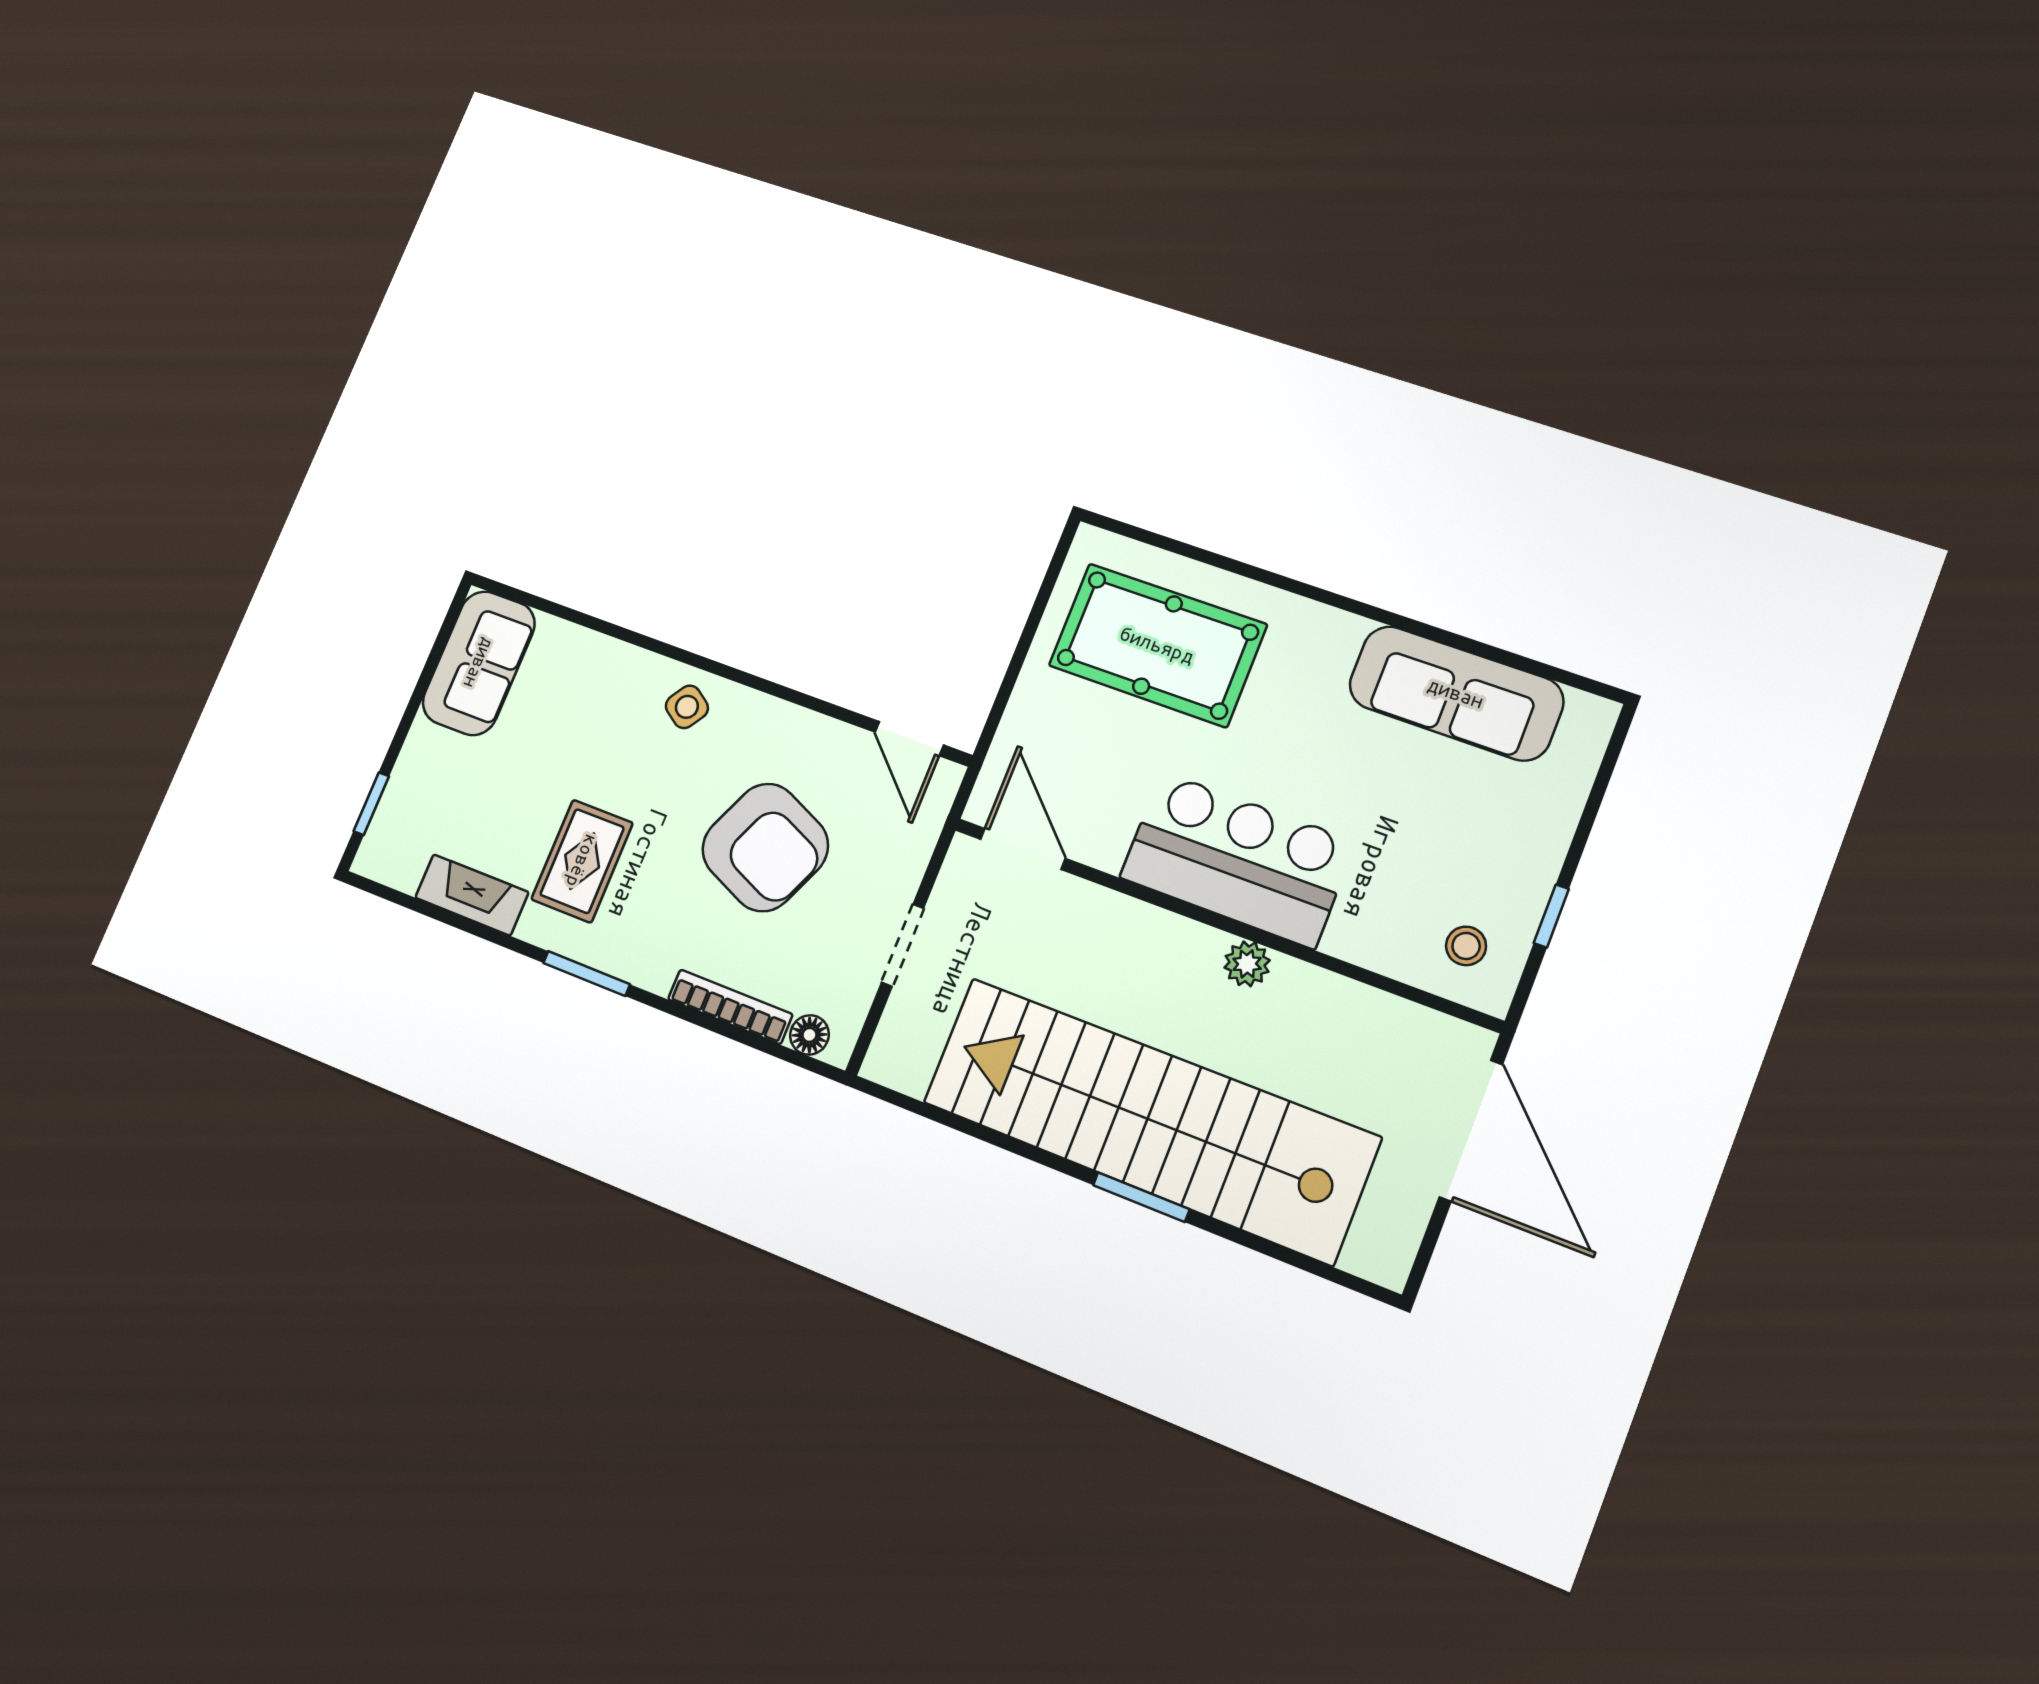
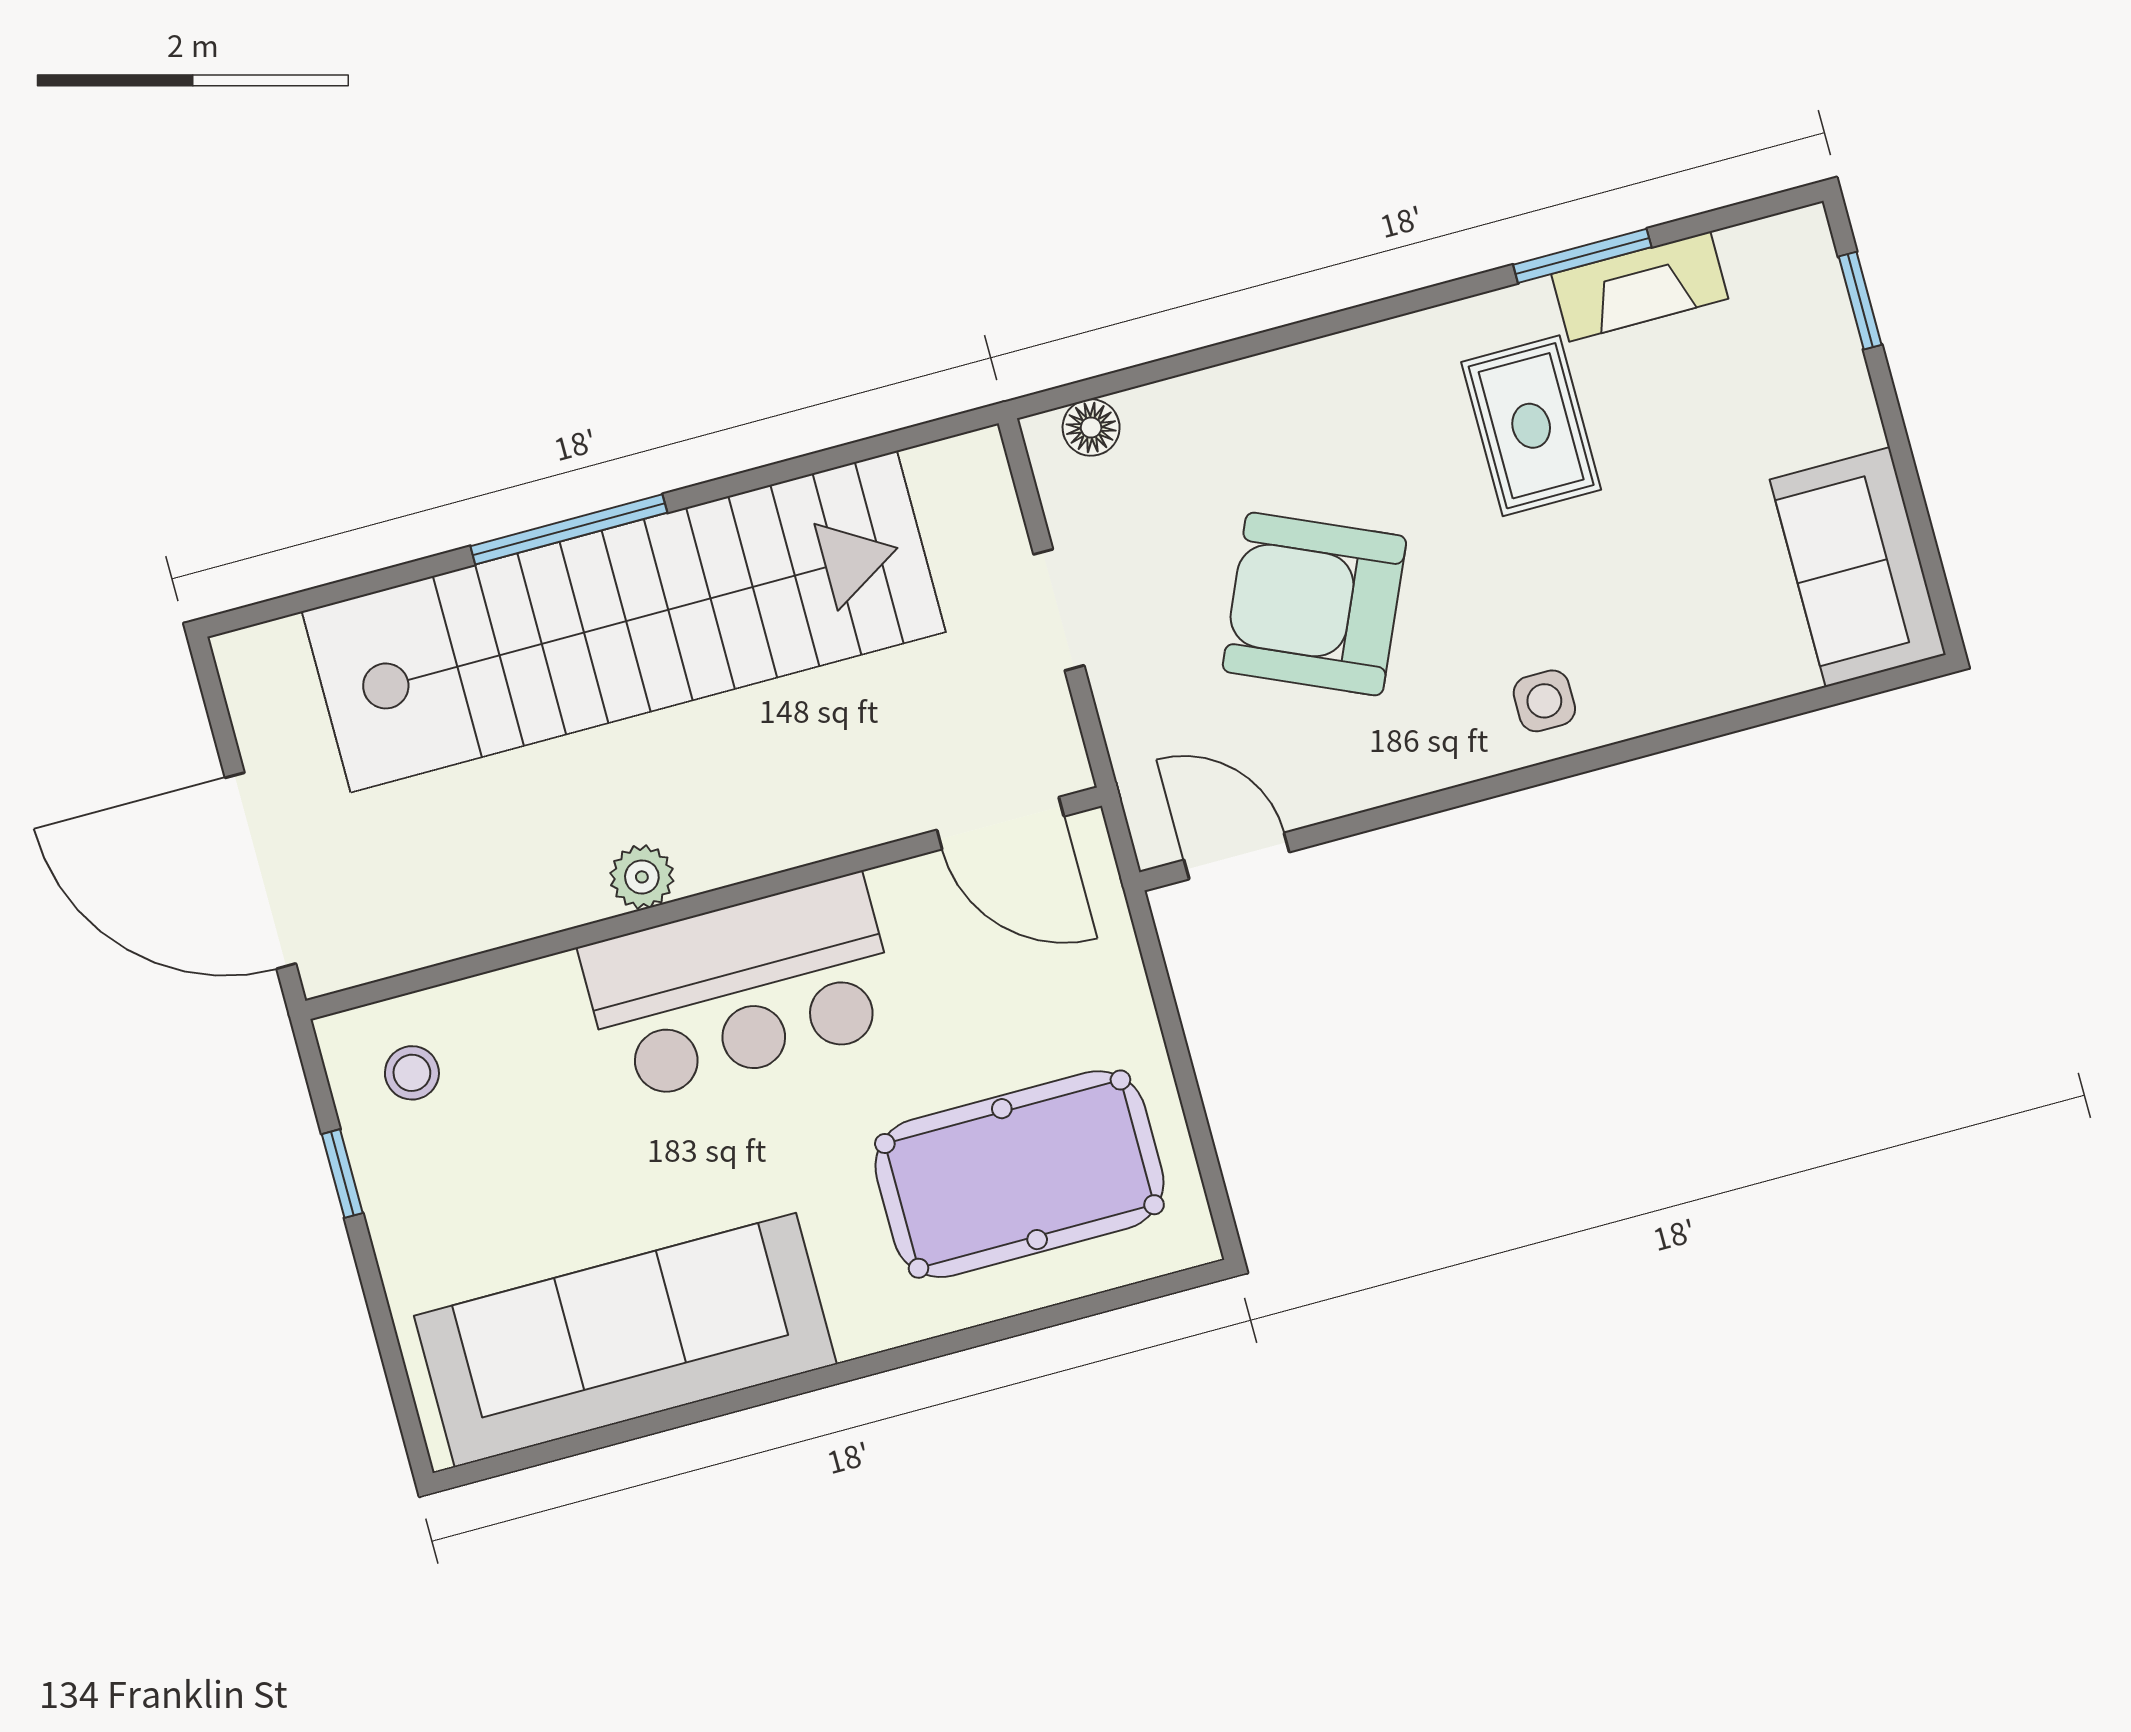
sofa: (1456, 693) -> (625, 1340), width x1.36, depth x1.27
side table: (687, 707) -> (1544, 701), turned -34
window: (586, 974) -> (1582, 256), moved
bookcase: (730, 1007) -> (1212, 390), removed
window: (1141, 1197) -> (569, 529), width x1.44

